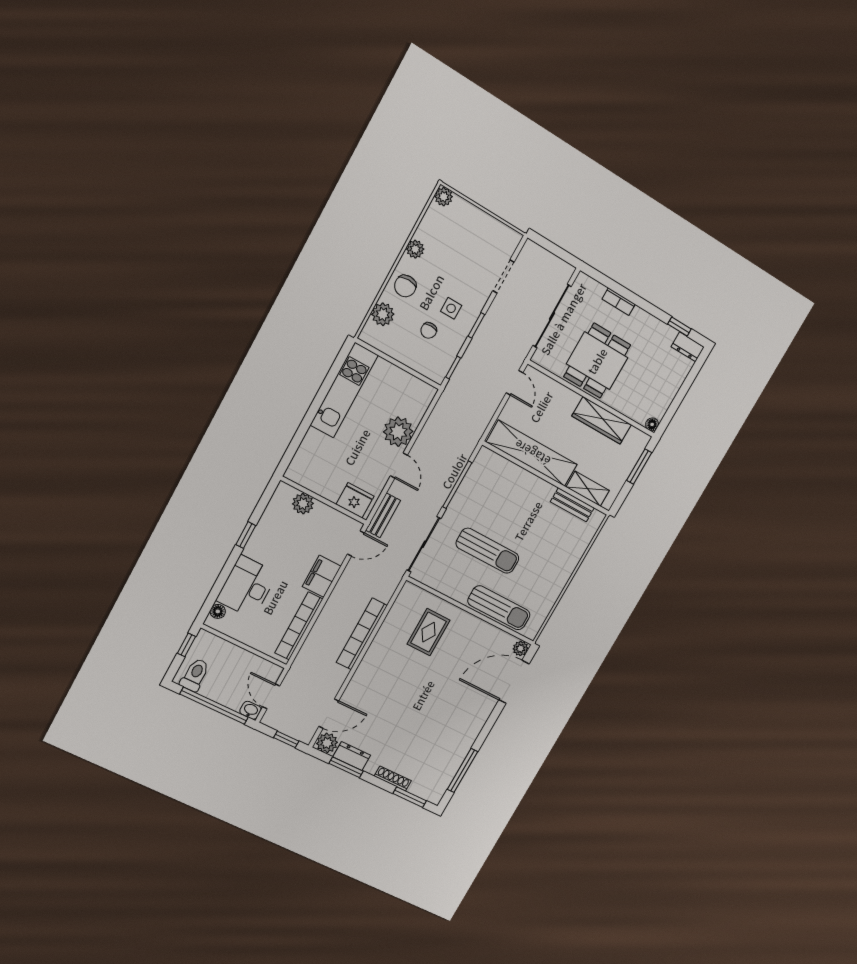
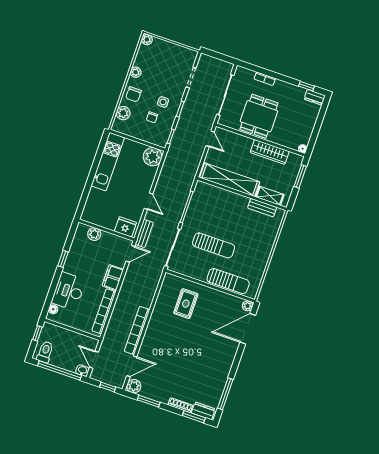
plant: (398, 432) -> (153, 157), moved
bookcase: (362, 634) -> (137, 331), moved
dresser: (352, 756) -> (203, 411), moved

